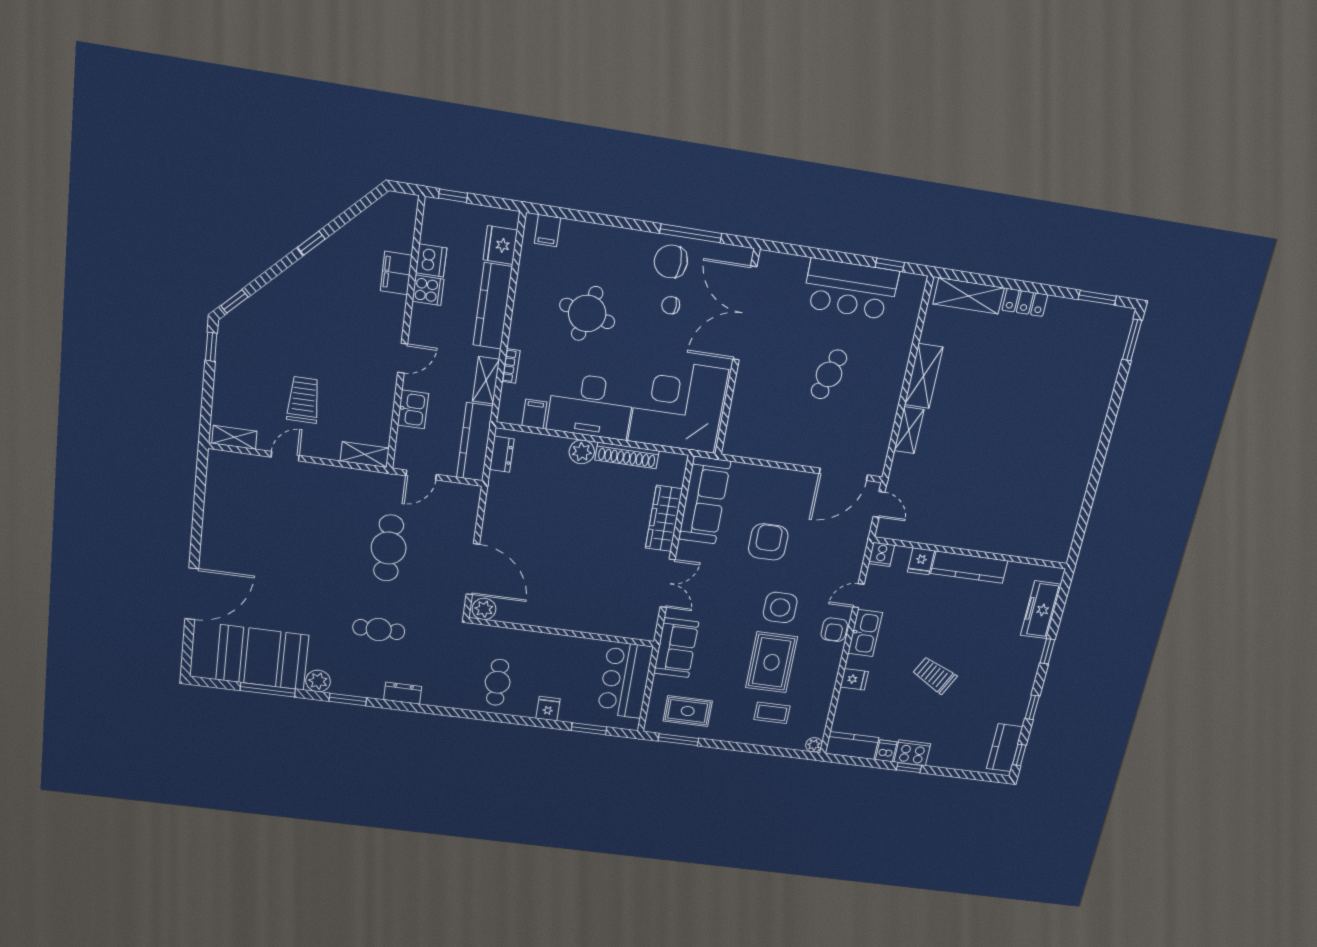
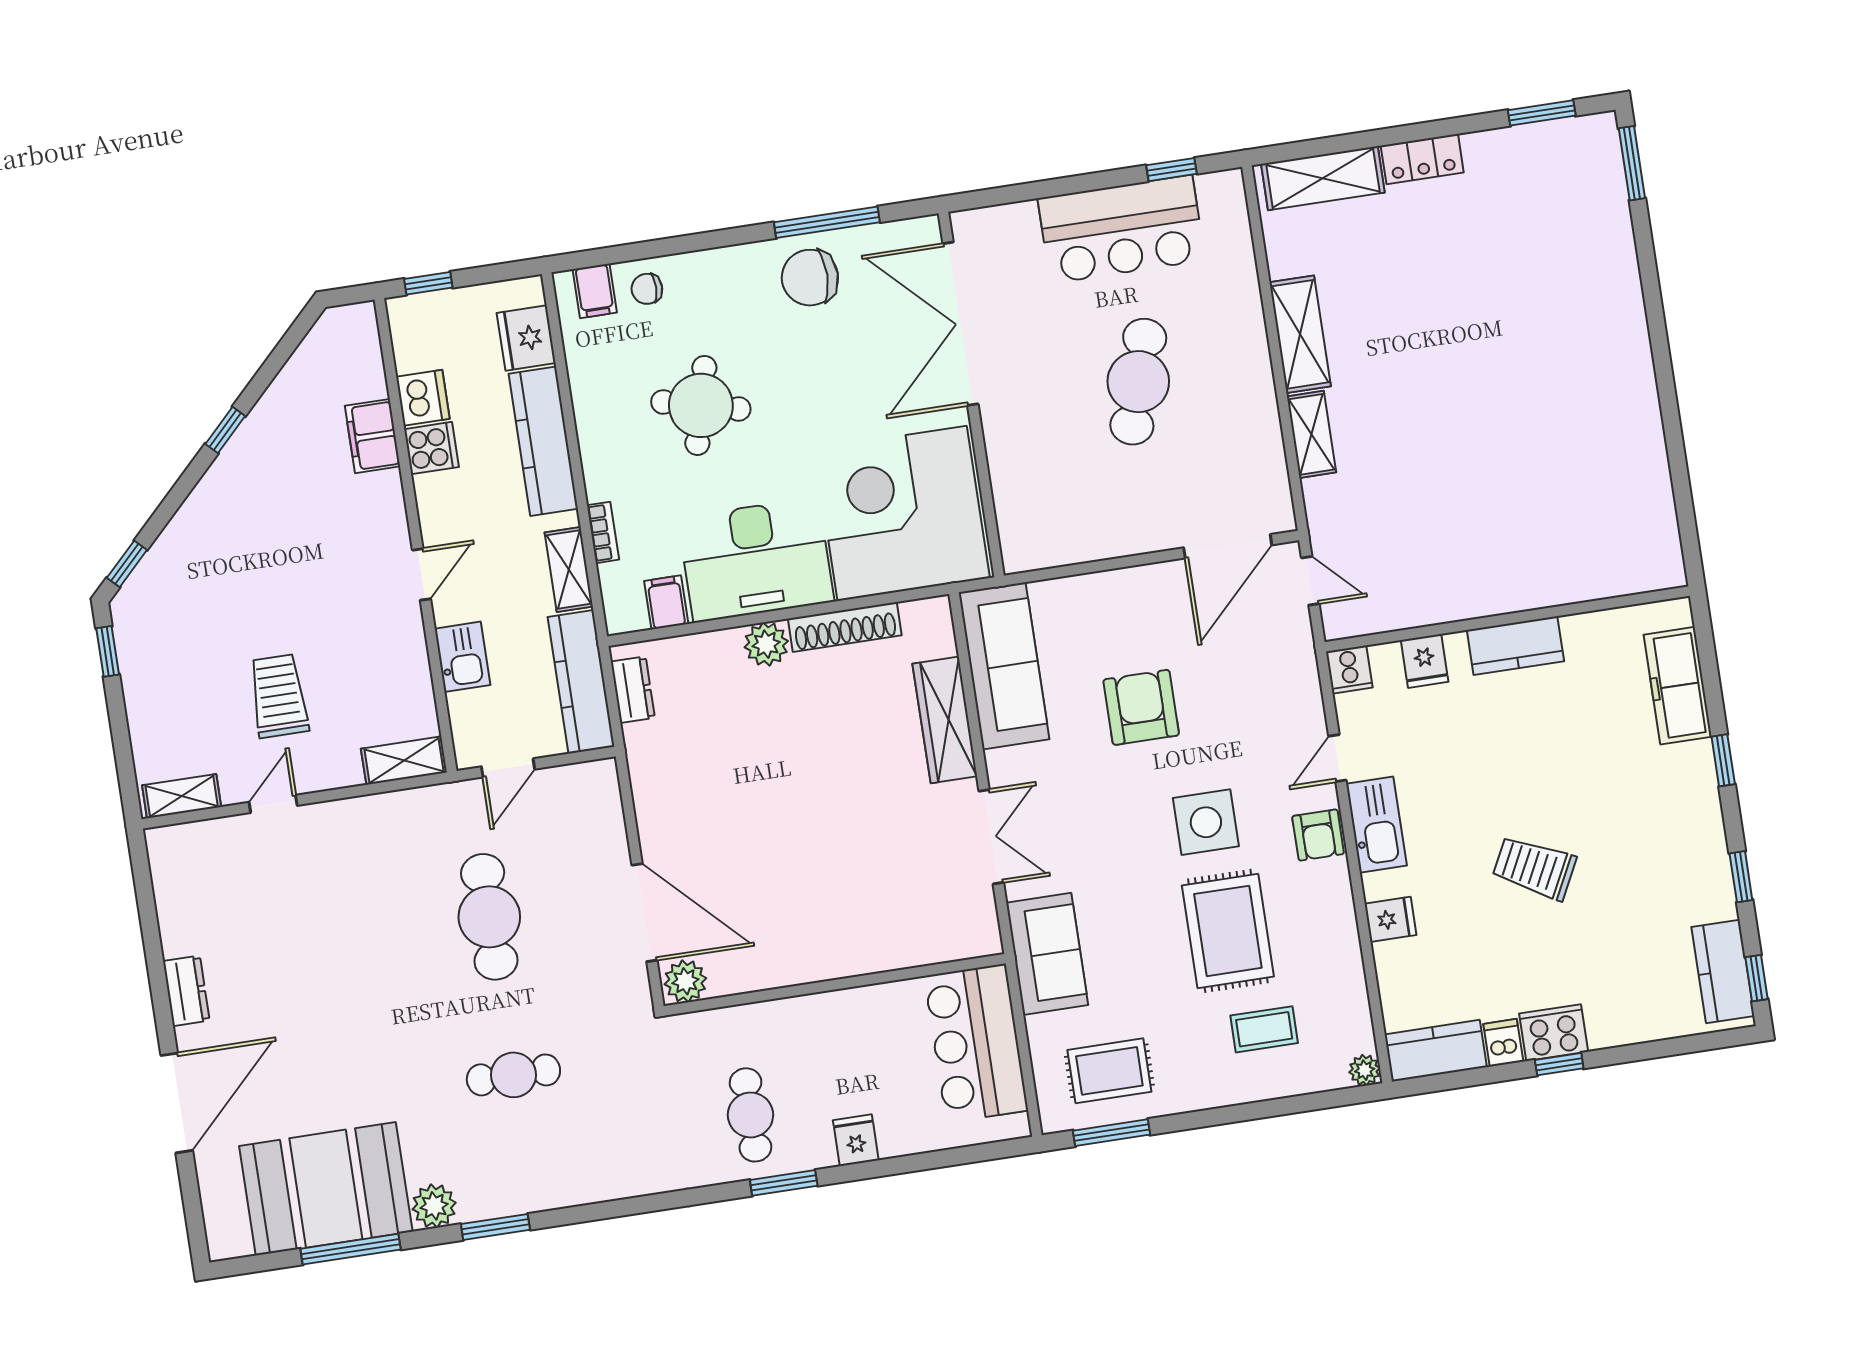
chair: (671, 305) -> (647, 289), moved
cafe table: (829, 374) -> (1138, 382), width x1.37, depth x1.35
kitchen counter: (969, 567) -> (1515, 646), width x0.67
dresser: (403, 693) -> (186, 991), moved, turned 90
window: (589, 729) -> (784, 1183), moved

